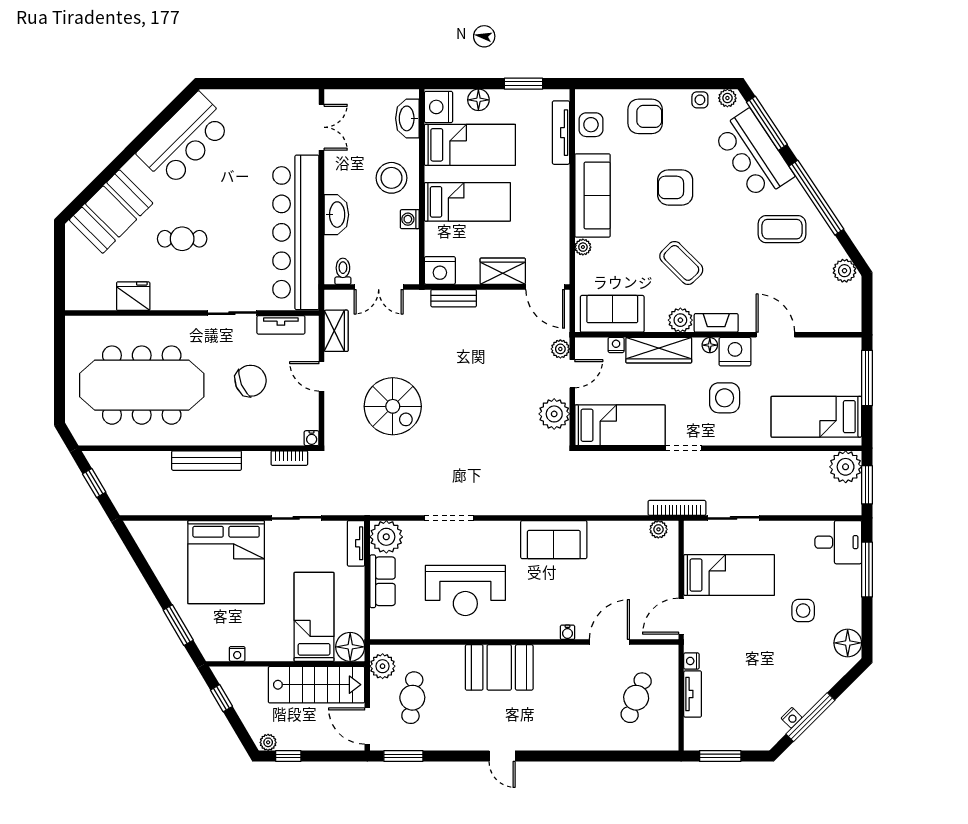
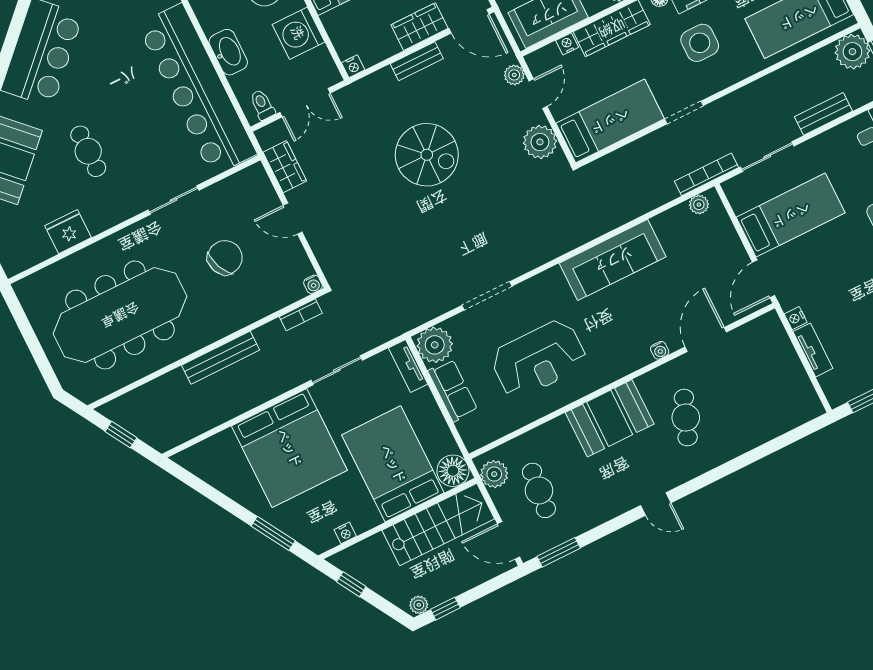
washing machine: (410, 219) -> (298, 33), width x1.89, depth x1.89
cafe table: (182, 239) -> (88, 151), turned 90
nightstand: (440, 270) -> (353, 66), width x0.53, depth x0.56
bench: (454, 298) -> (417, 61), moved
tv unit: (281, 325) -> (227, 188), removed
spiral stairs: (393, 406) -> (427, 155), moved
bench: (797, 506) -> (823, 114), added
sofa: (554, 540) -> (613, 260), width x1.36
bed: (314, 617) -> (393, 464), width x1.50
cafe table: (636, 698) -> (686, 418), moved

